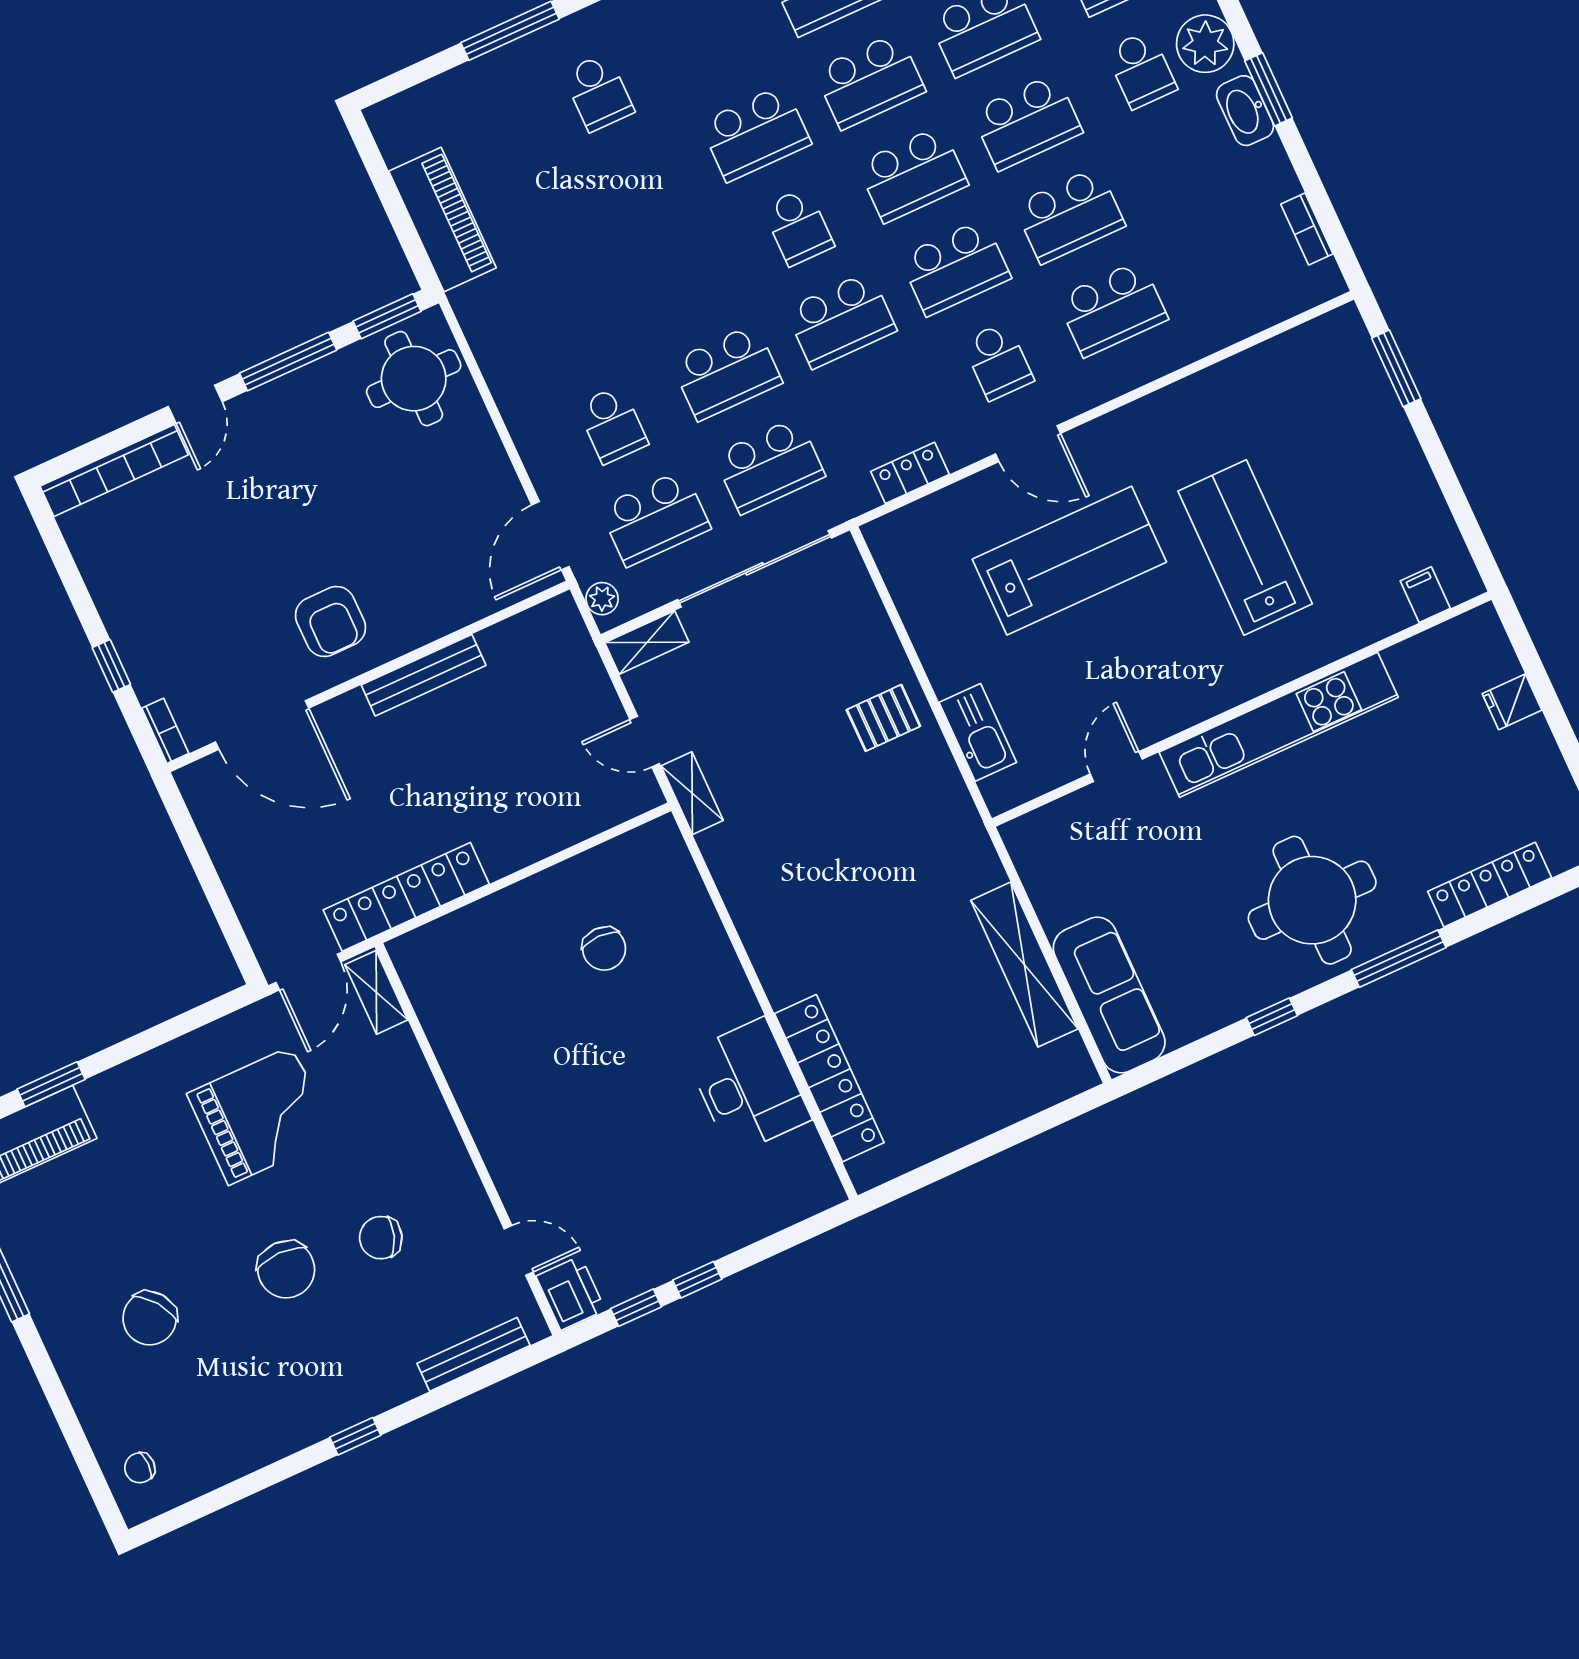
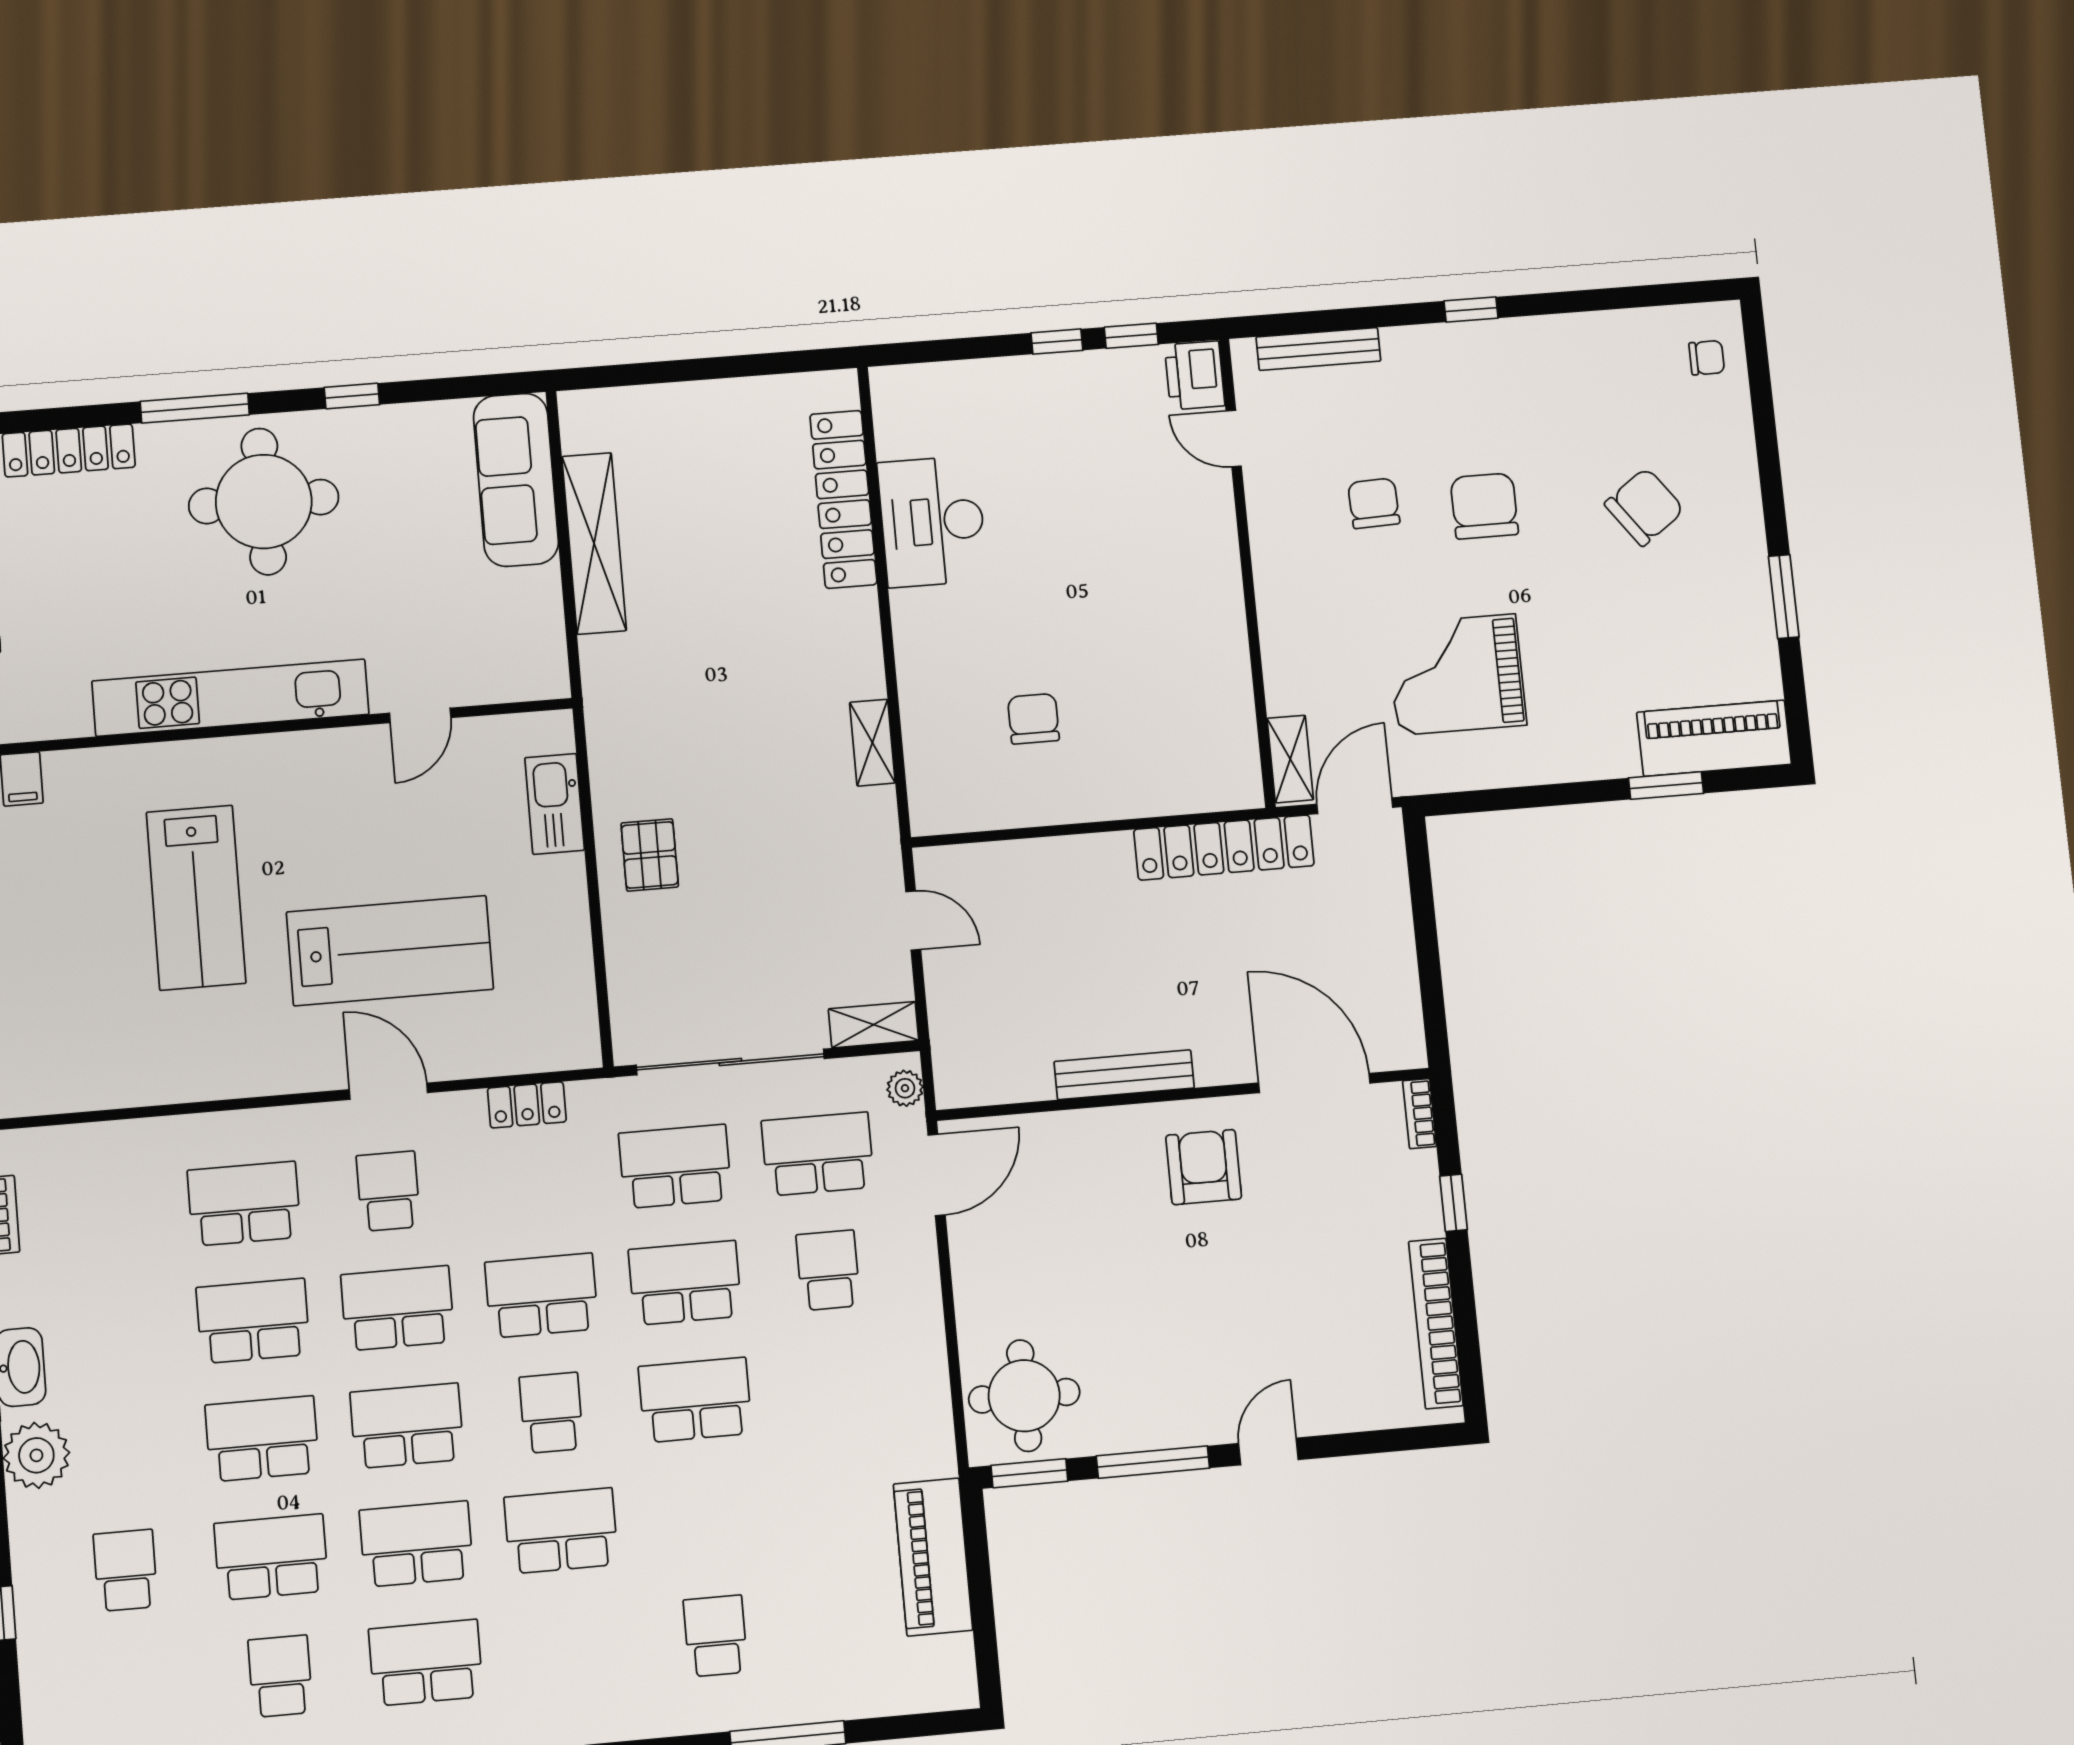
school desk: (1141, 70) -> (695, 1400), moved, width x1.85
bookcase: (114, 471) -> (1436, 1324), moved, turned -90
lab bench: (1069, 561) -> (390, 951), turned 180
pallet: (883, 718) -> (650, 855), turned 90
shelving: (692, 793) -> (872, 743), moved
chair: (381, 1238) -> (1374, 503), turned -111

